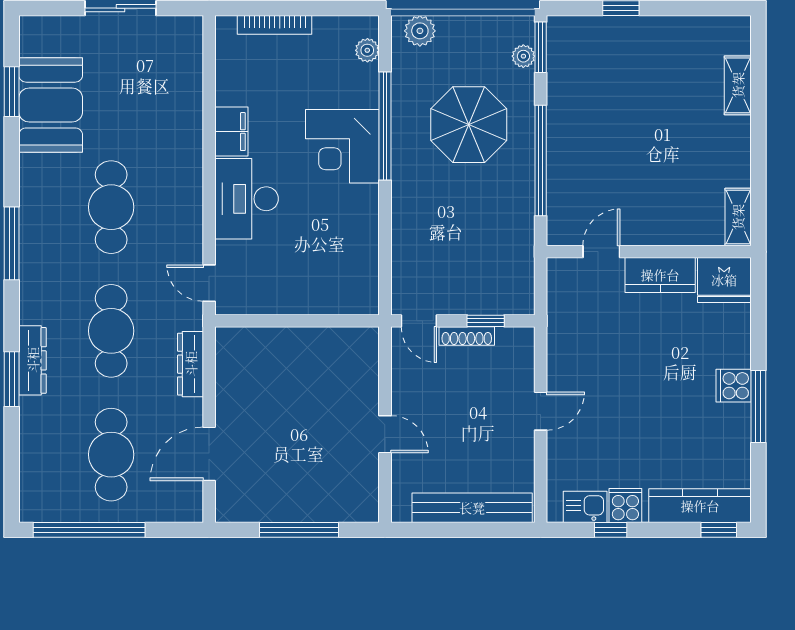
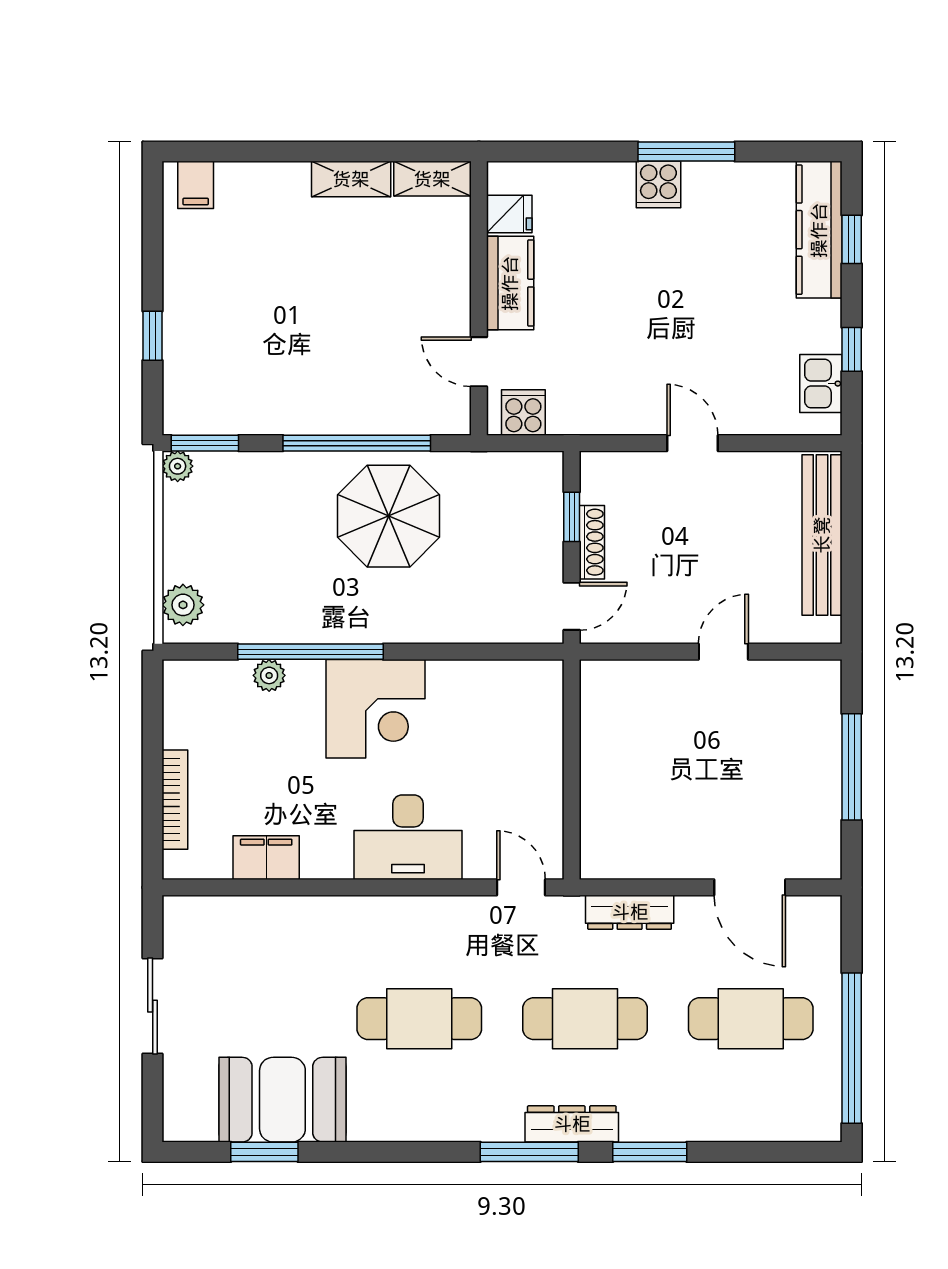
filing cabinet: (733, 40) -> (196, 185), added
plant: (367, 50) -> (269, 675), moved
plant: (523, 56) -> (178, 466), moved
shelving: (738, 85) -> (351, 179), moved
parasol: (469, 125) -> (388, 516), moved
filing cabinet: (231, 132) -> (266, 858), moved
corner desk: (342, 146) -> (376, 709), moved
window: (12, 243) -> (529, 1152), moved
fridge: (724, 280) -> (509, 214), width x0.53, depth x0.75
door: (209, 283) -> (521, 887), swing flipped
dresser: (33, 360) -> (572, 1124), moved
cooker: (625, 506) -> (523, 412), moved, turned 90
window: (719, 530) -> (852, 239), moved

